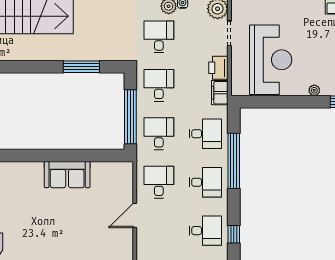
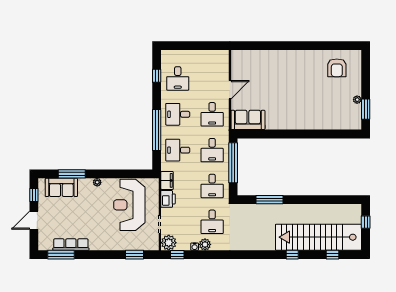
sofa: (67, 175) -> (248, 120), moved
desk: (205, 231) -> (178, 78), turned -90

